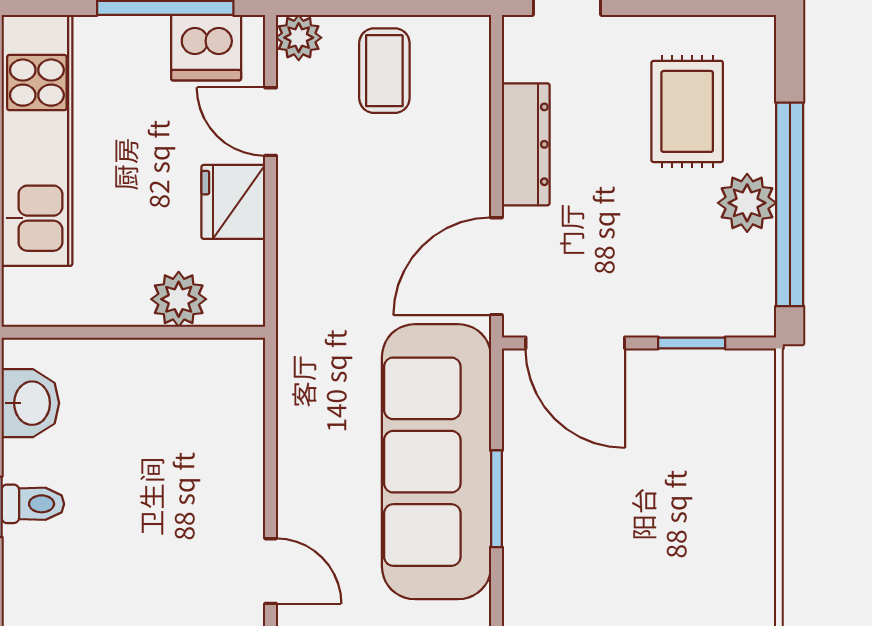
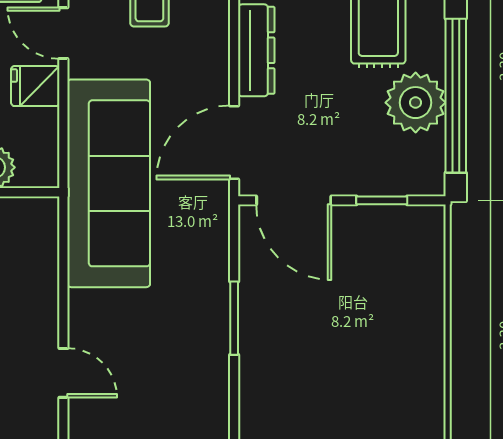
fridge: (233, 202) -> (35, 86), width x0.72
plant: (747, 203) -> (416, 103), width x1.36, depth x1.36
sofa: (436, 462) -> (109, 183), moved, turned 180

